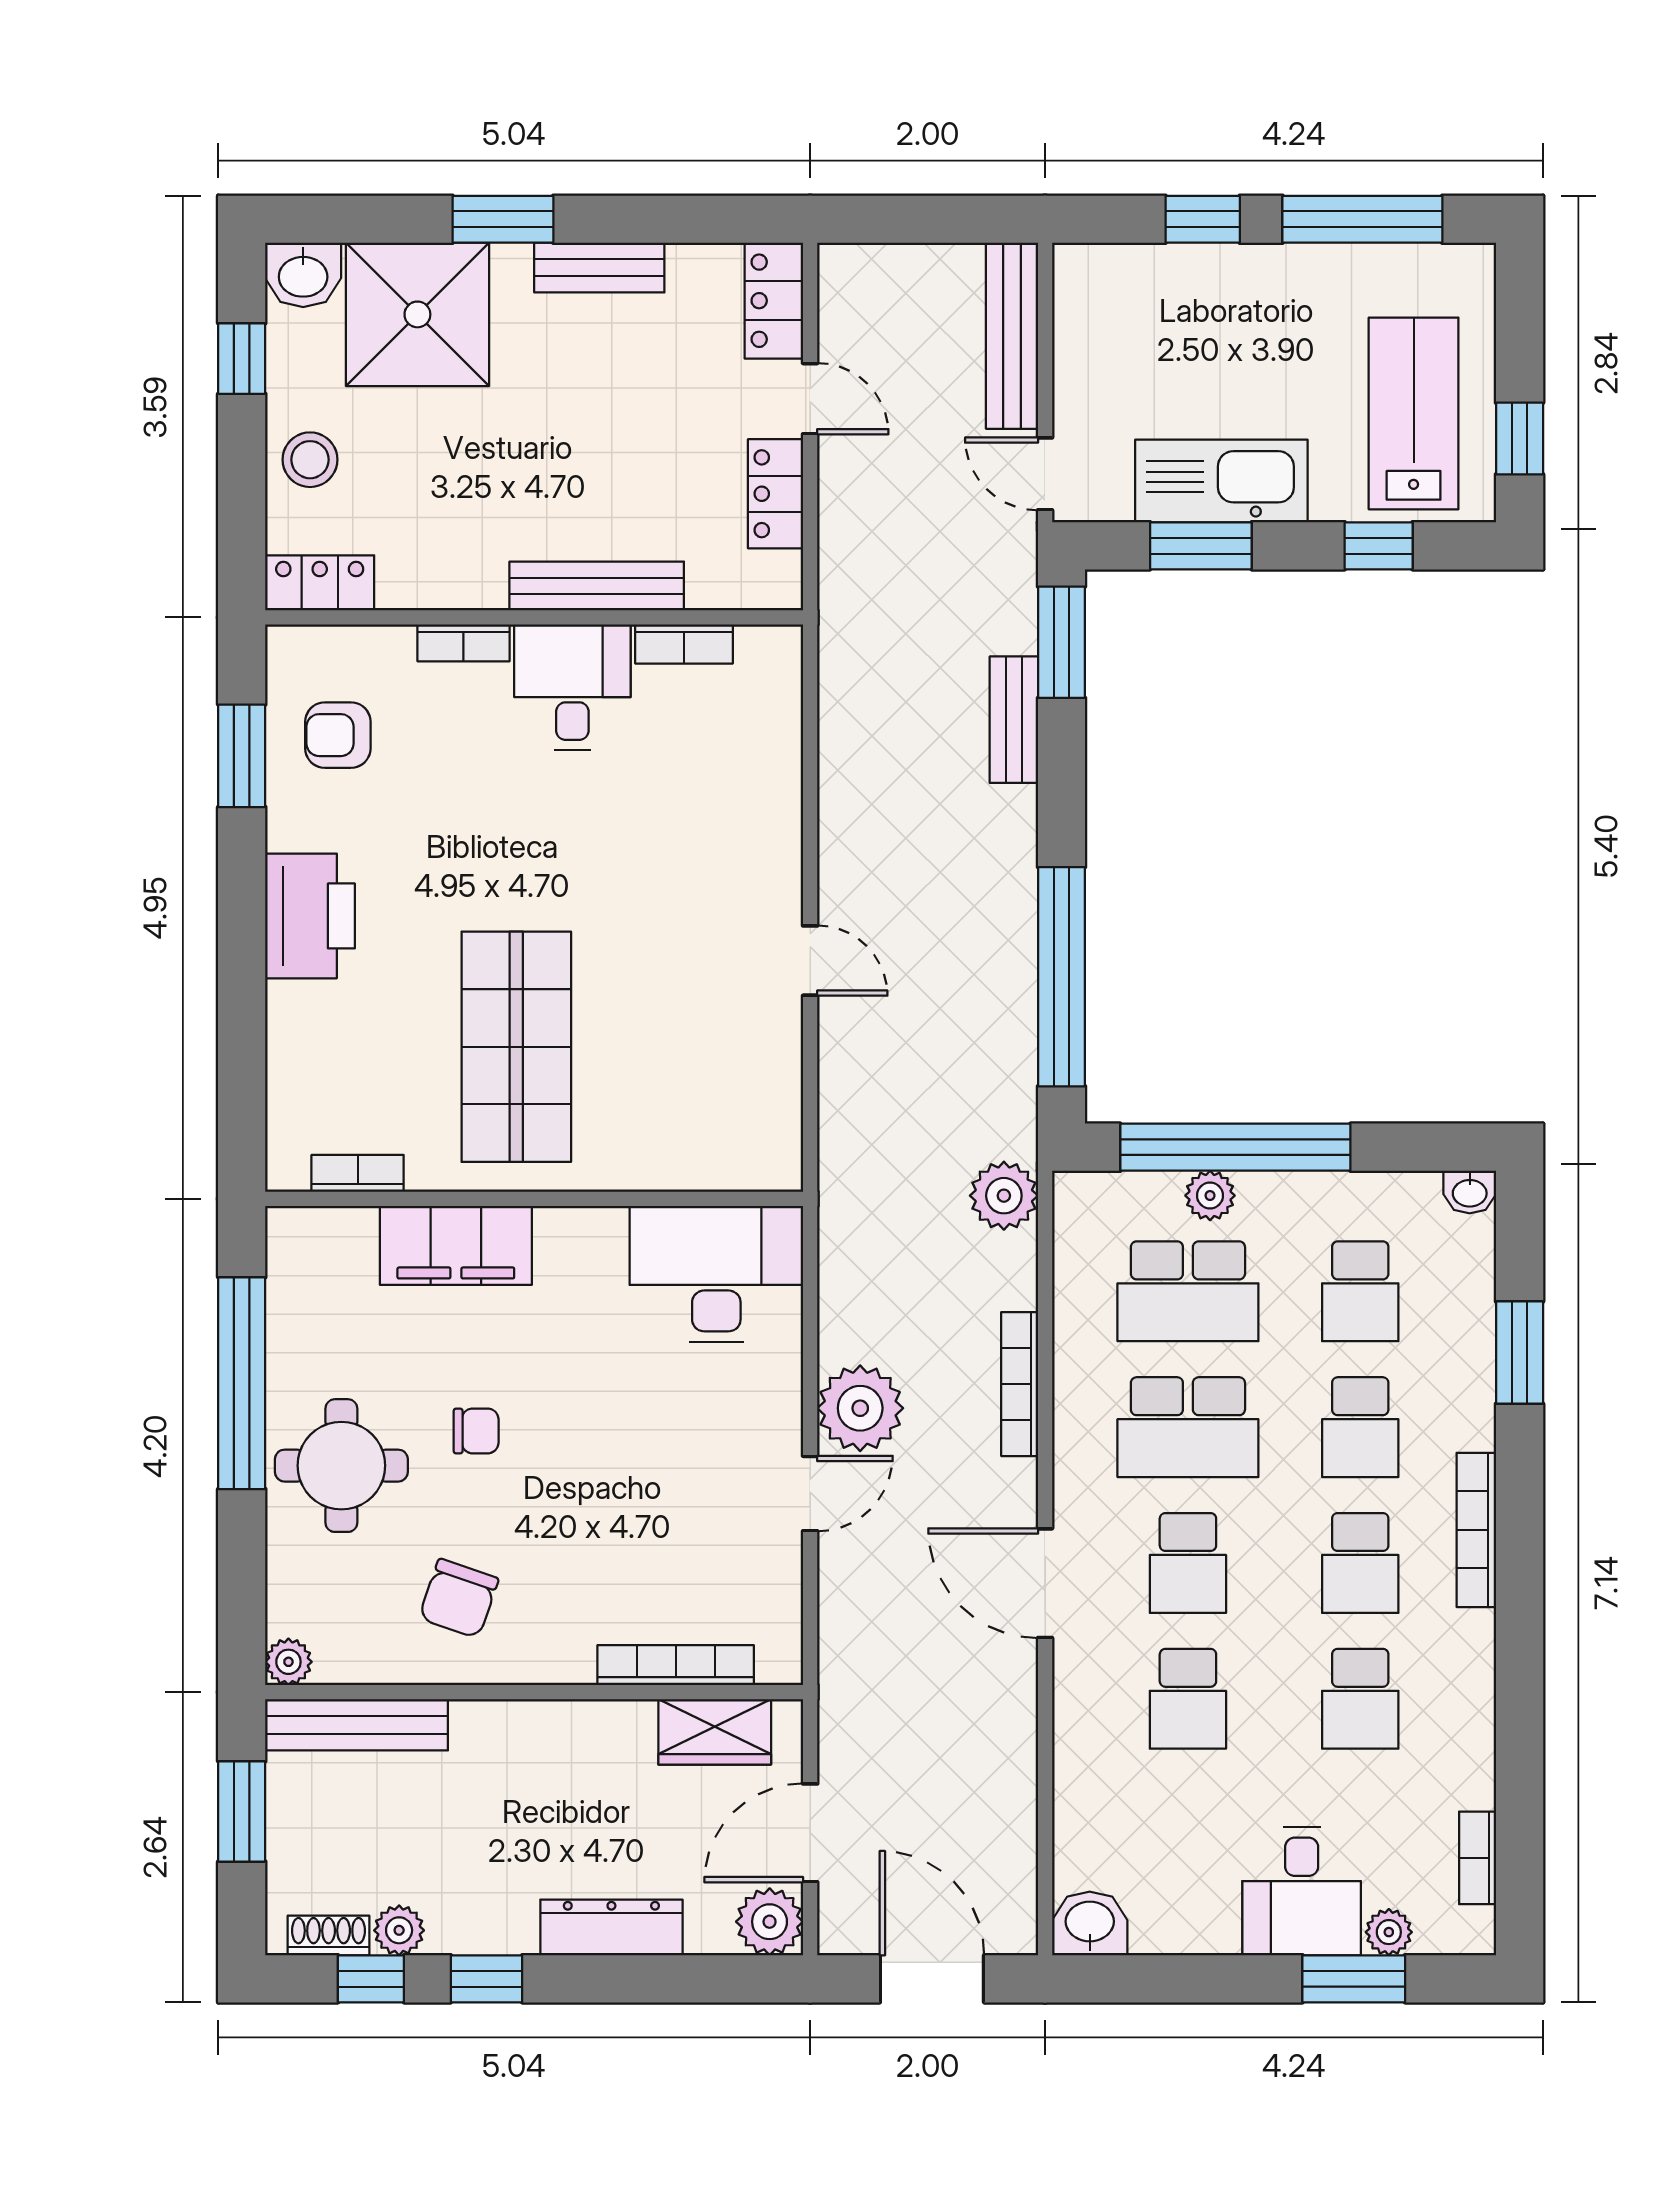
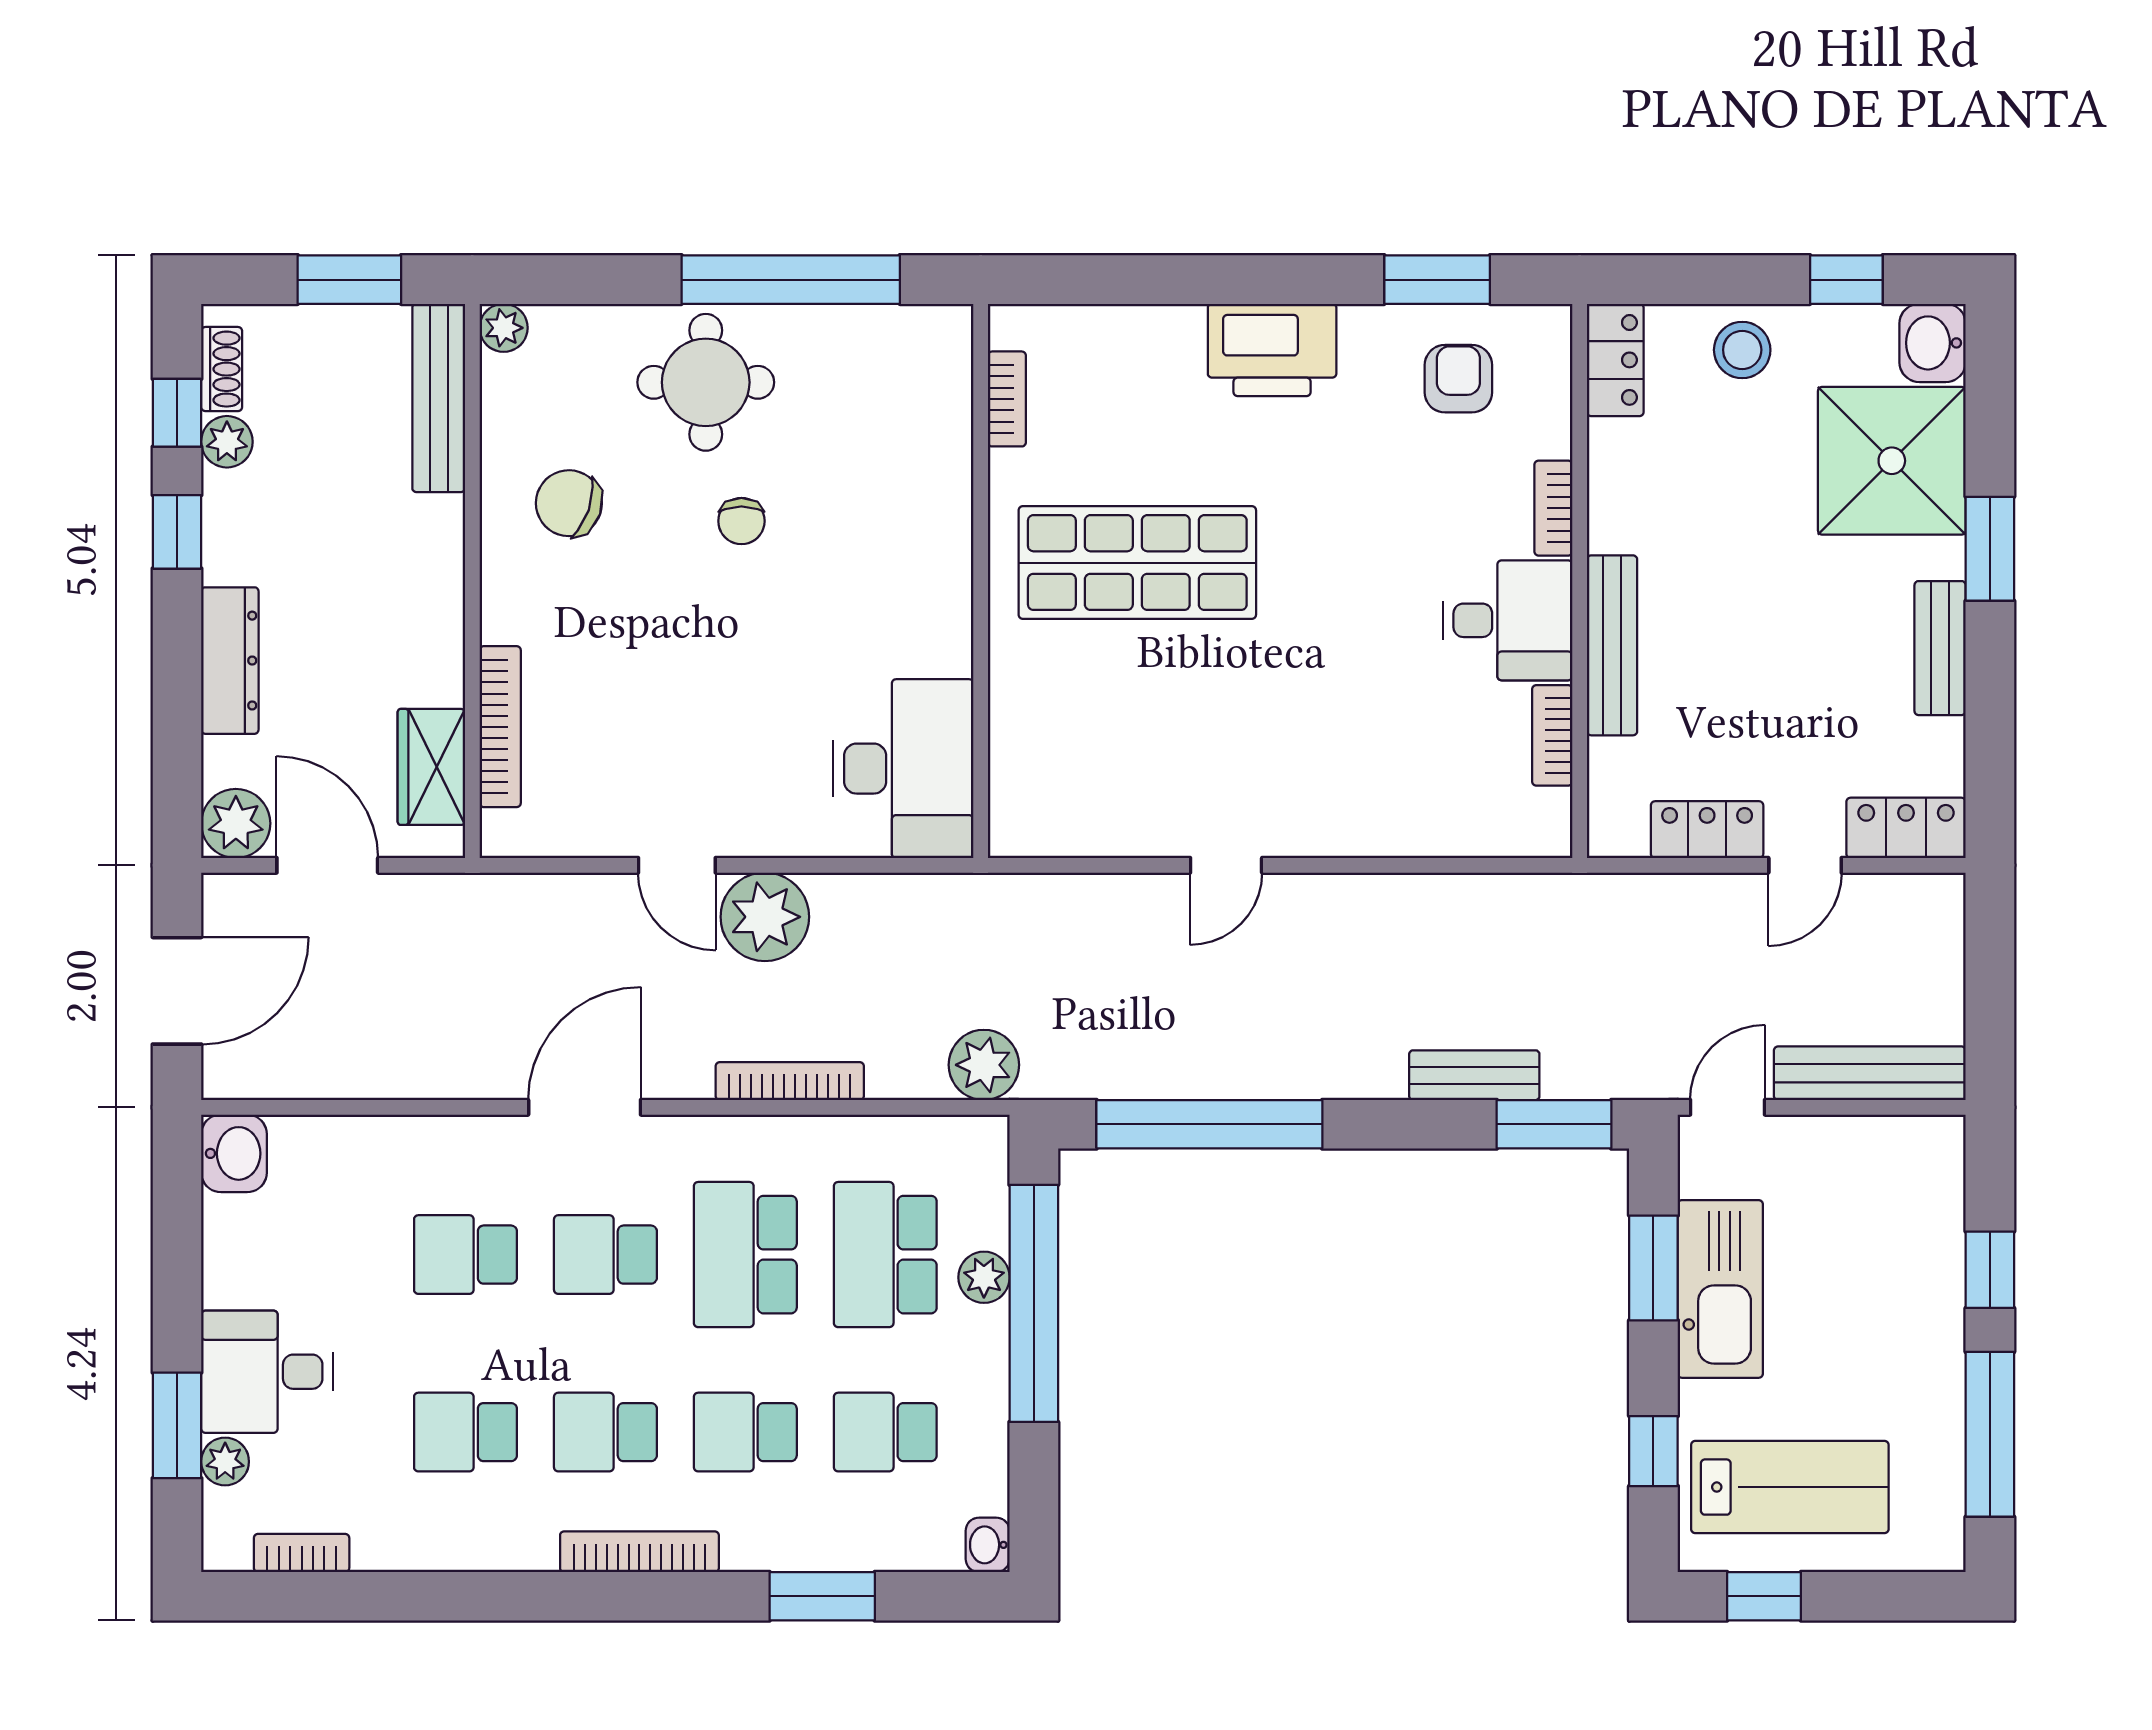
filing cabinet: (456, 1245) -> (933, 500), removed

